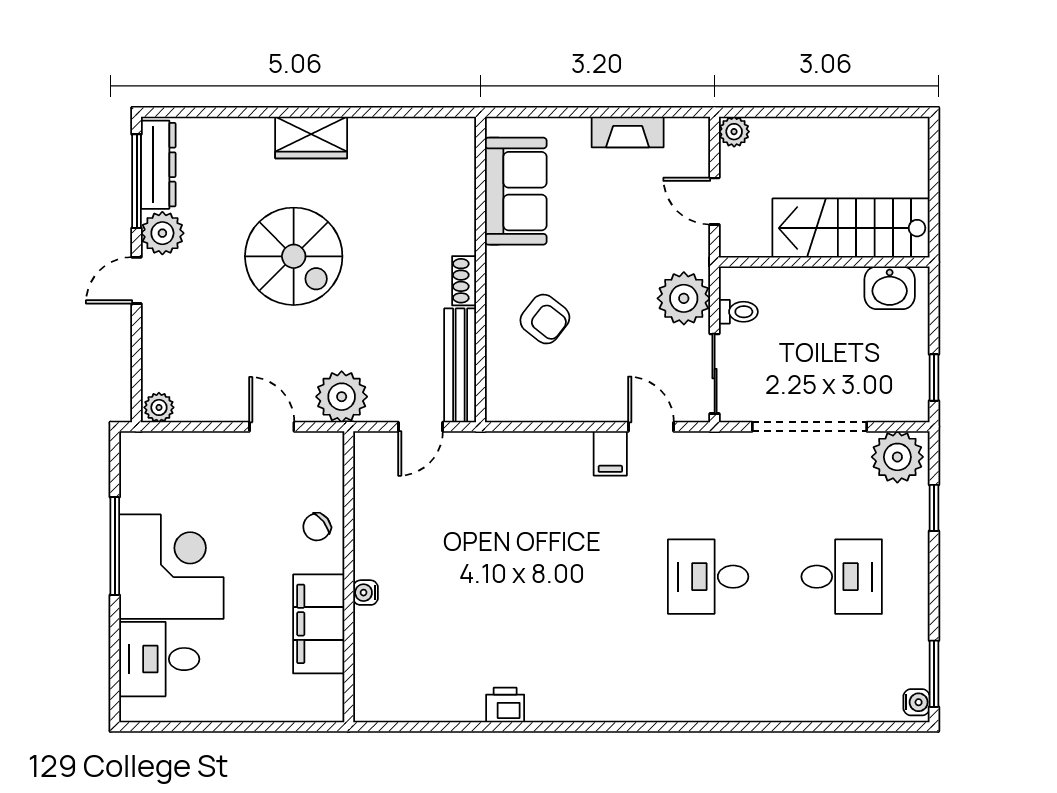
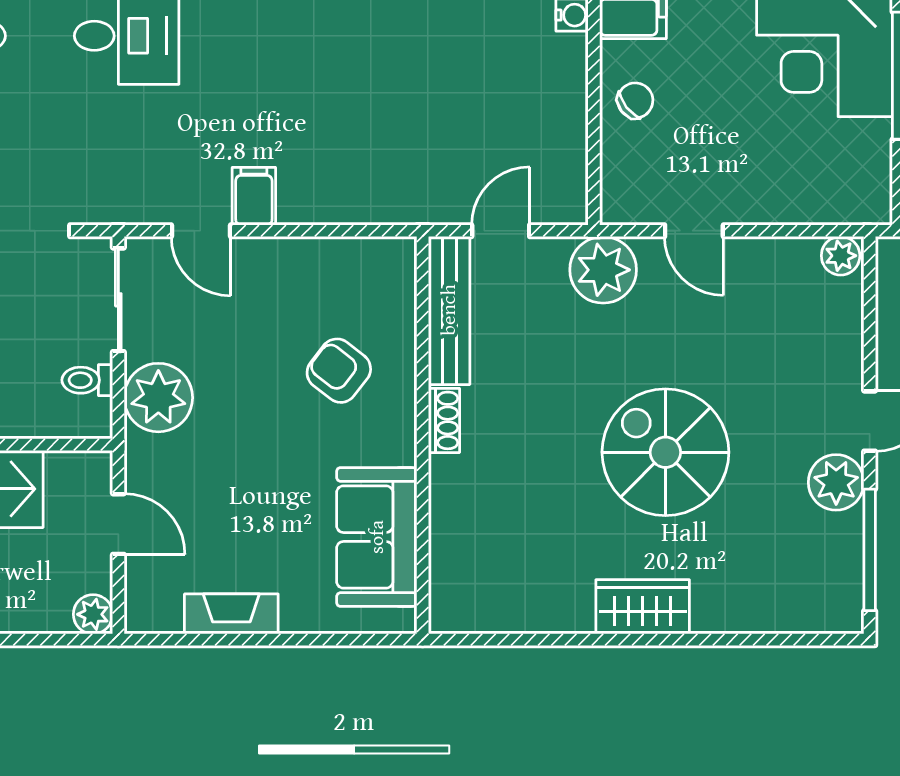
dresser: (158, 165) -> (841, 571), removed

